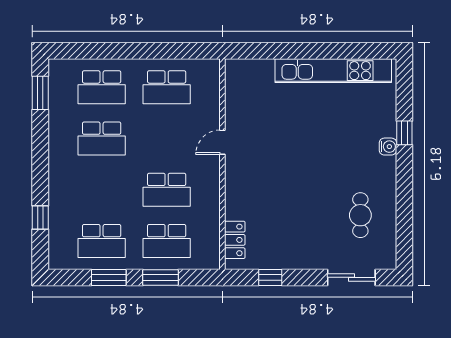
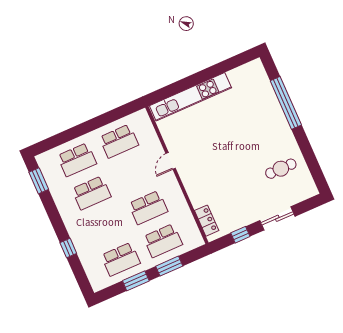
kitchen unit: (333, 71) -> (190, 97), moved
window: (404, 133) -> (286, 103), width x3.17
water cooler: (388, 147) -> (279, 116), removed
cafe table: (360, 215) -> (281, 169), turned 90
window: (40, 218) -> (68, 248), moved
sliding door: (351, 277) -> (277, 218), moved

